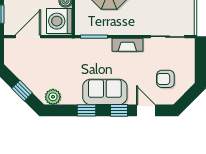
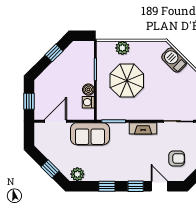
washing machine: (59, 21) -> (88, 102), width x0.53, depth x0.53
armchair: (165, 79) -> (177, 159), turned 180
sofa: (105, 92) -> (90, 134), moved, turned 180

